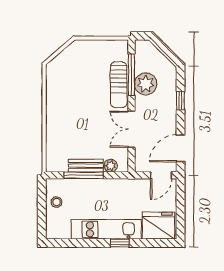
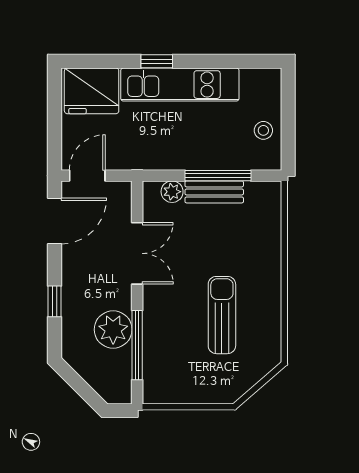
sun lounger: (119, 85) -> (222, 315), moved

